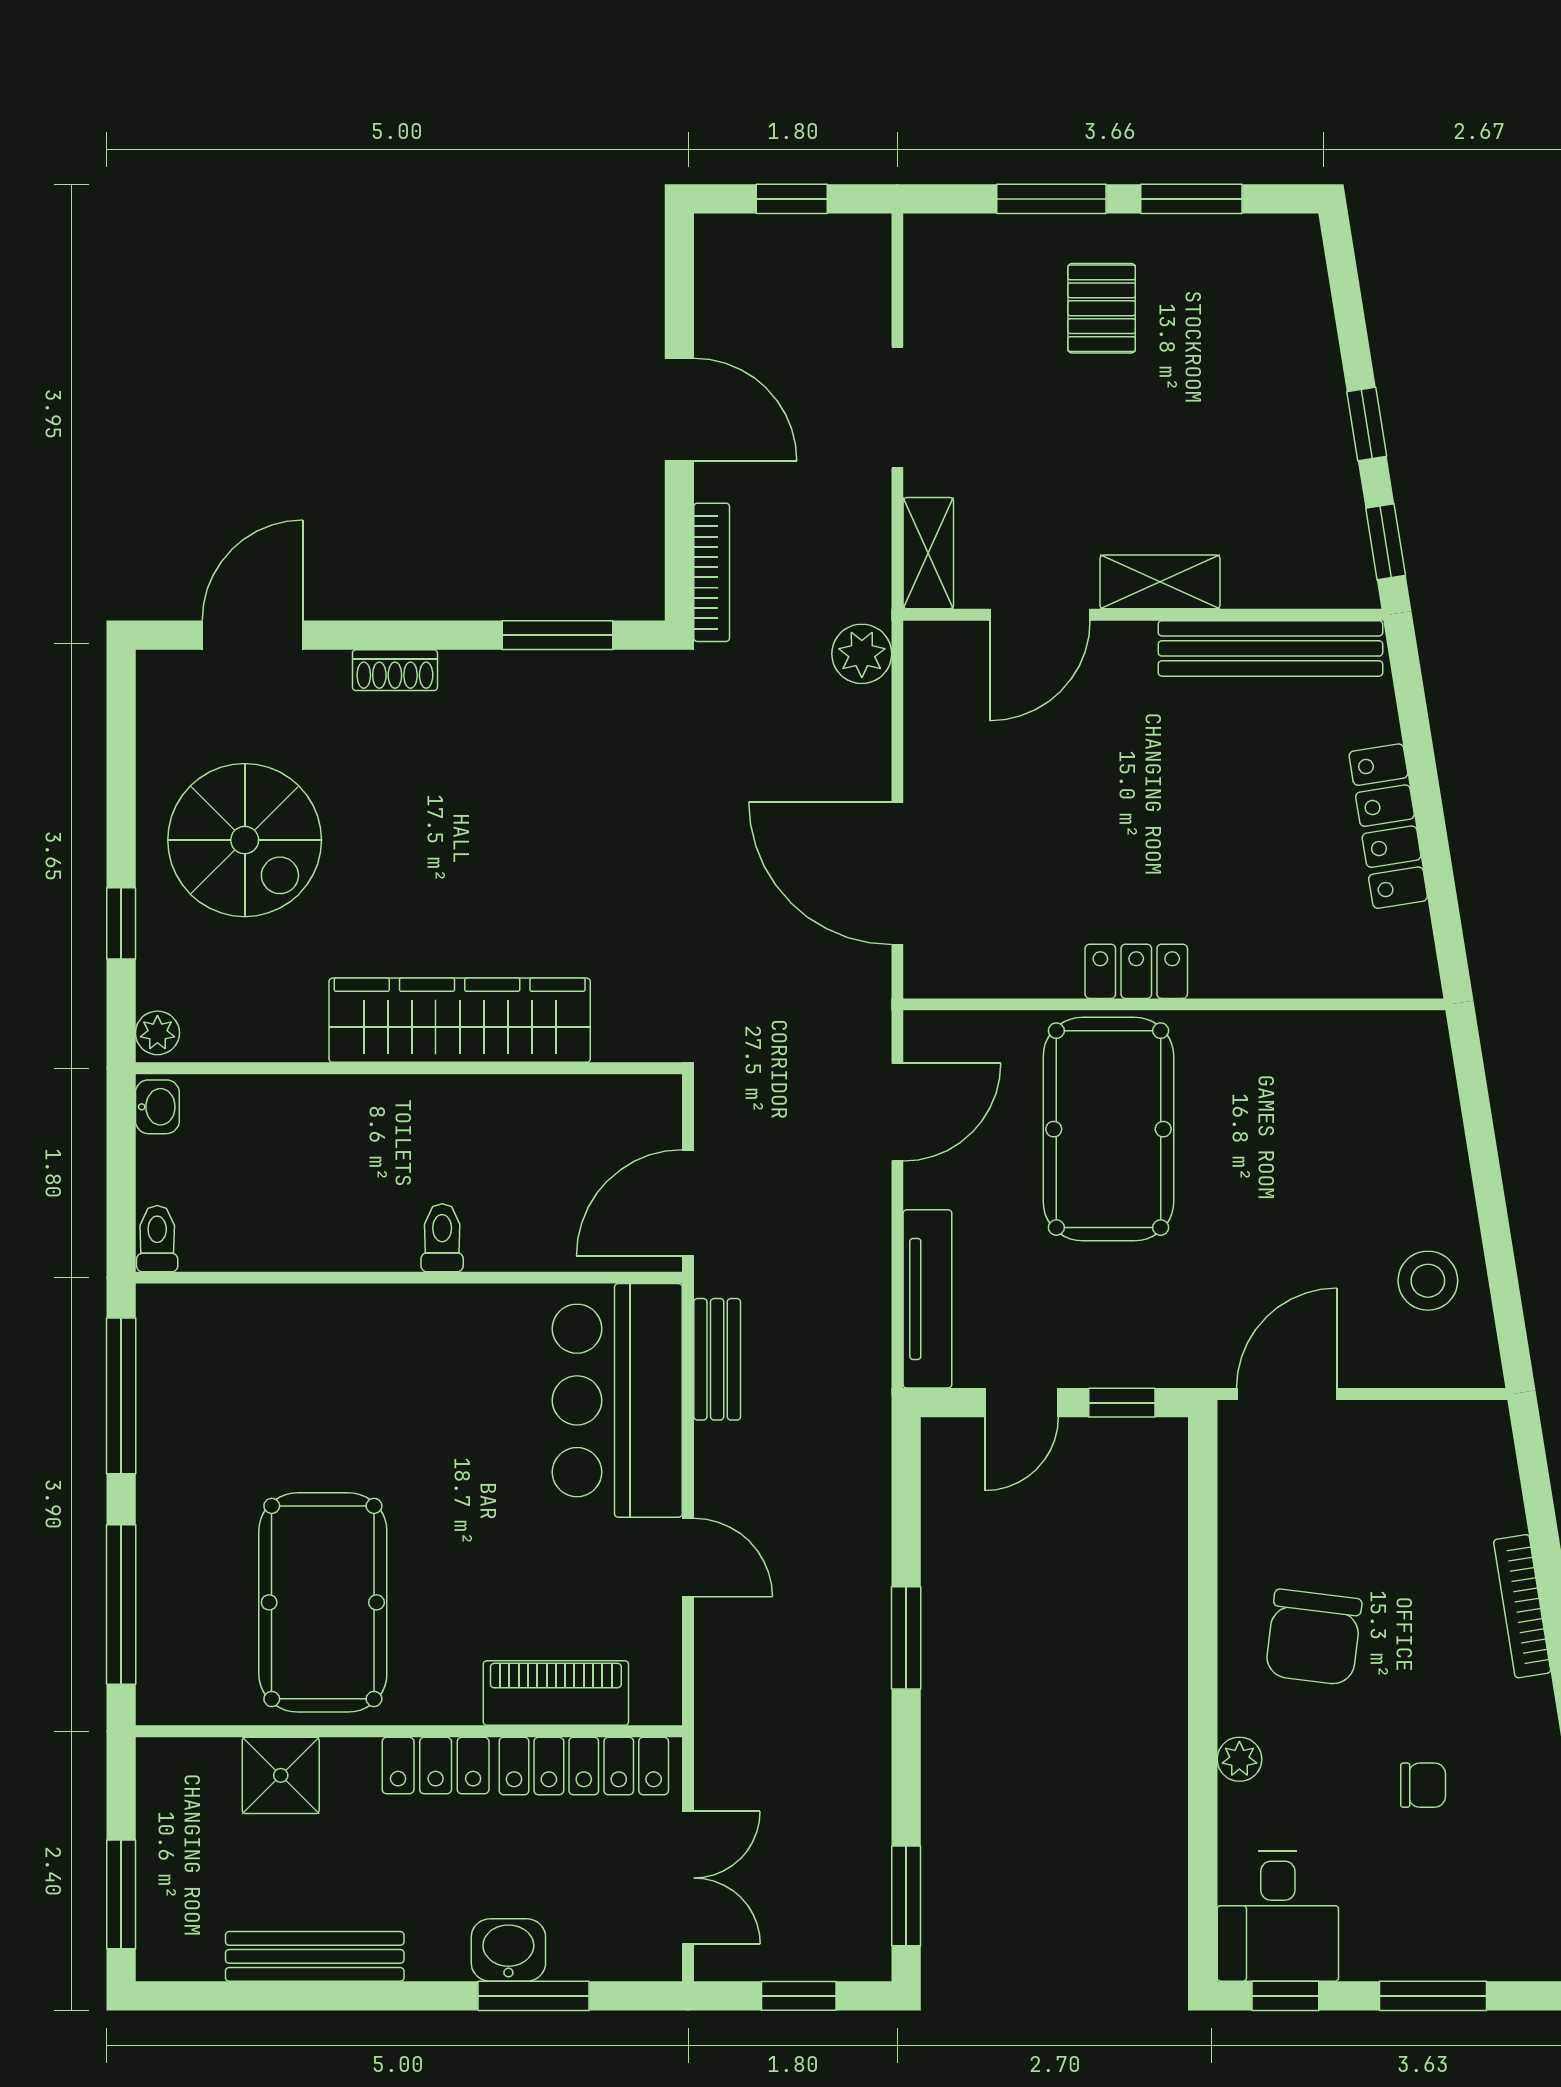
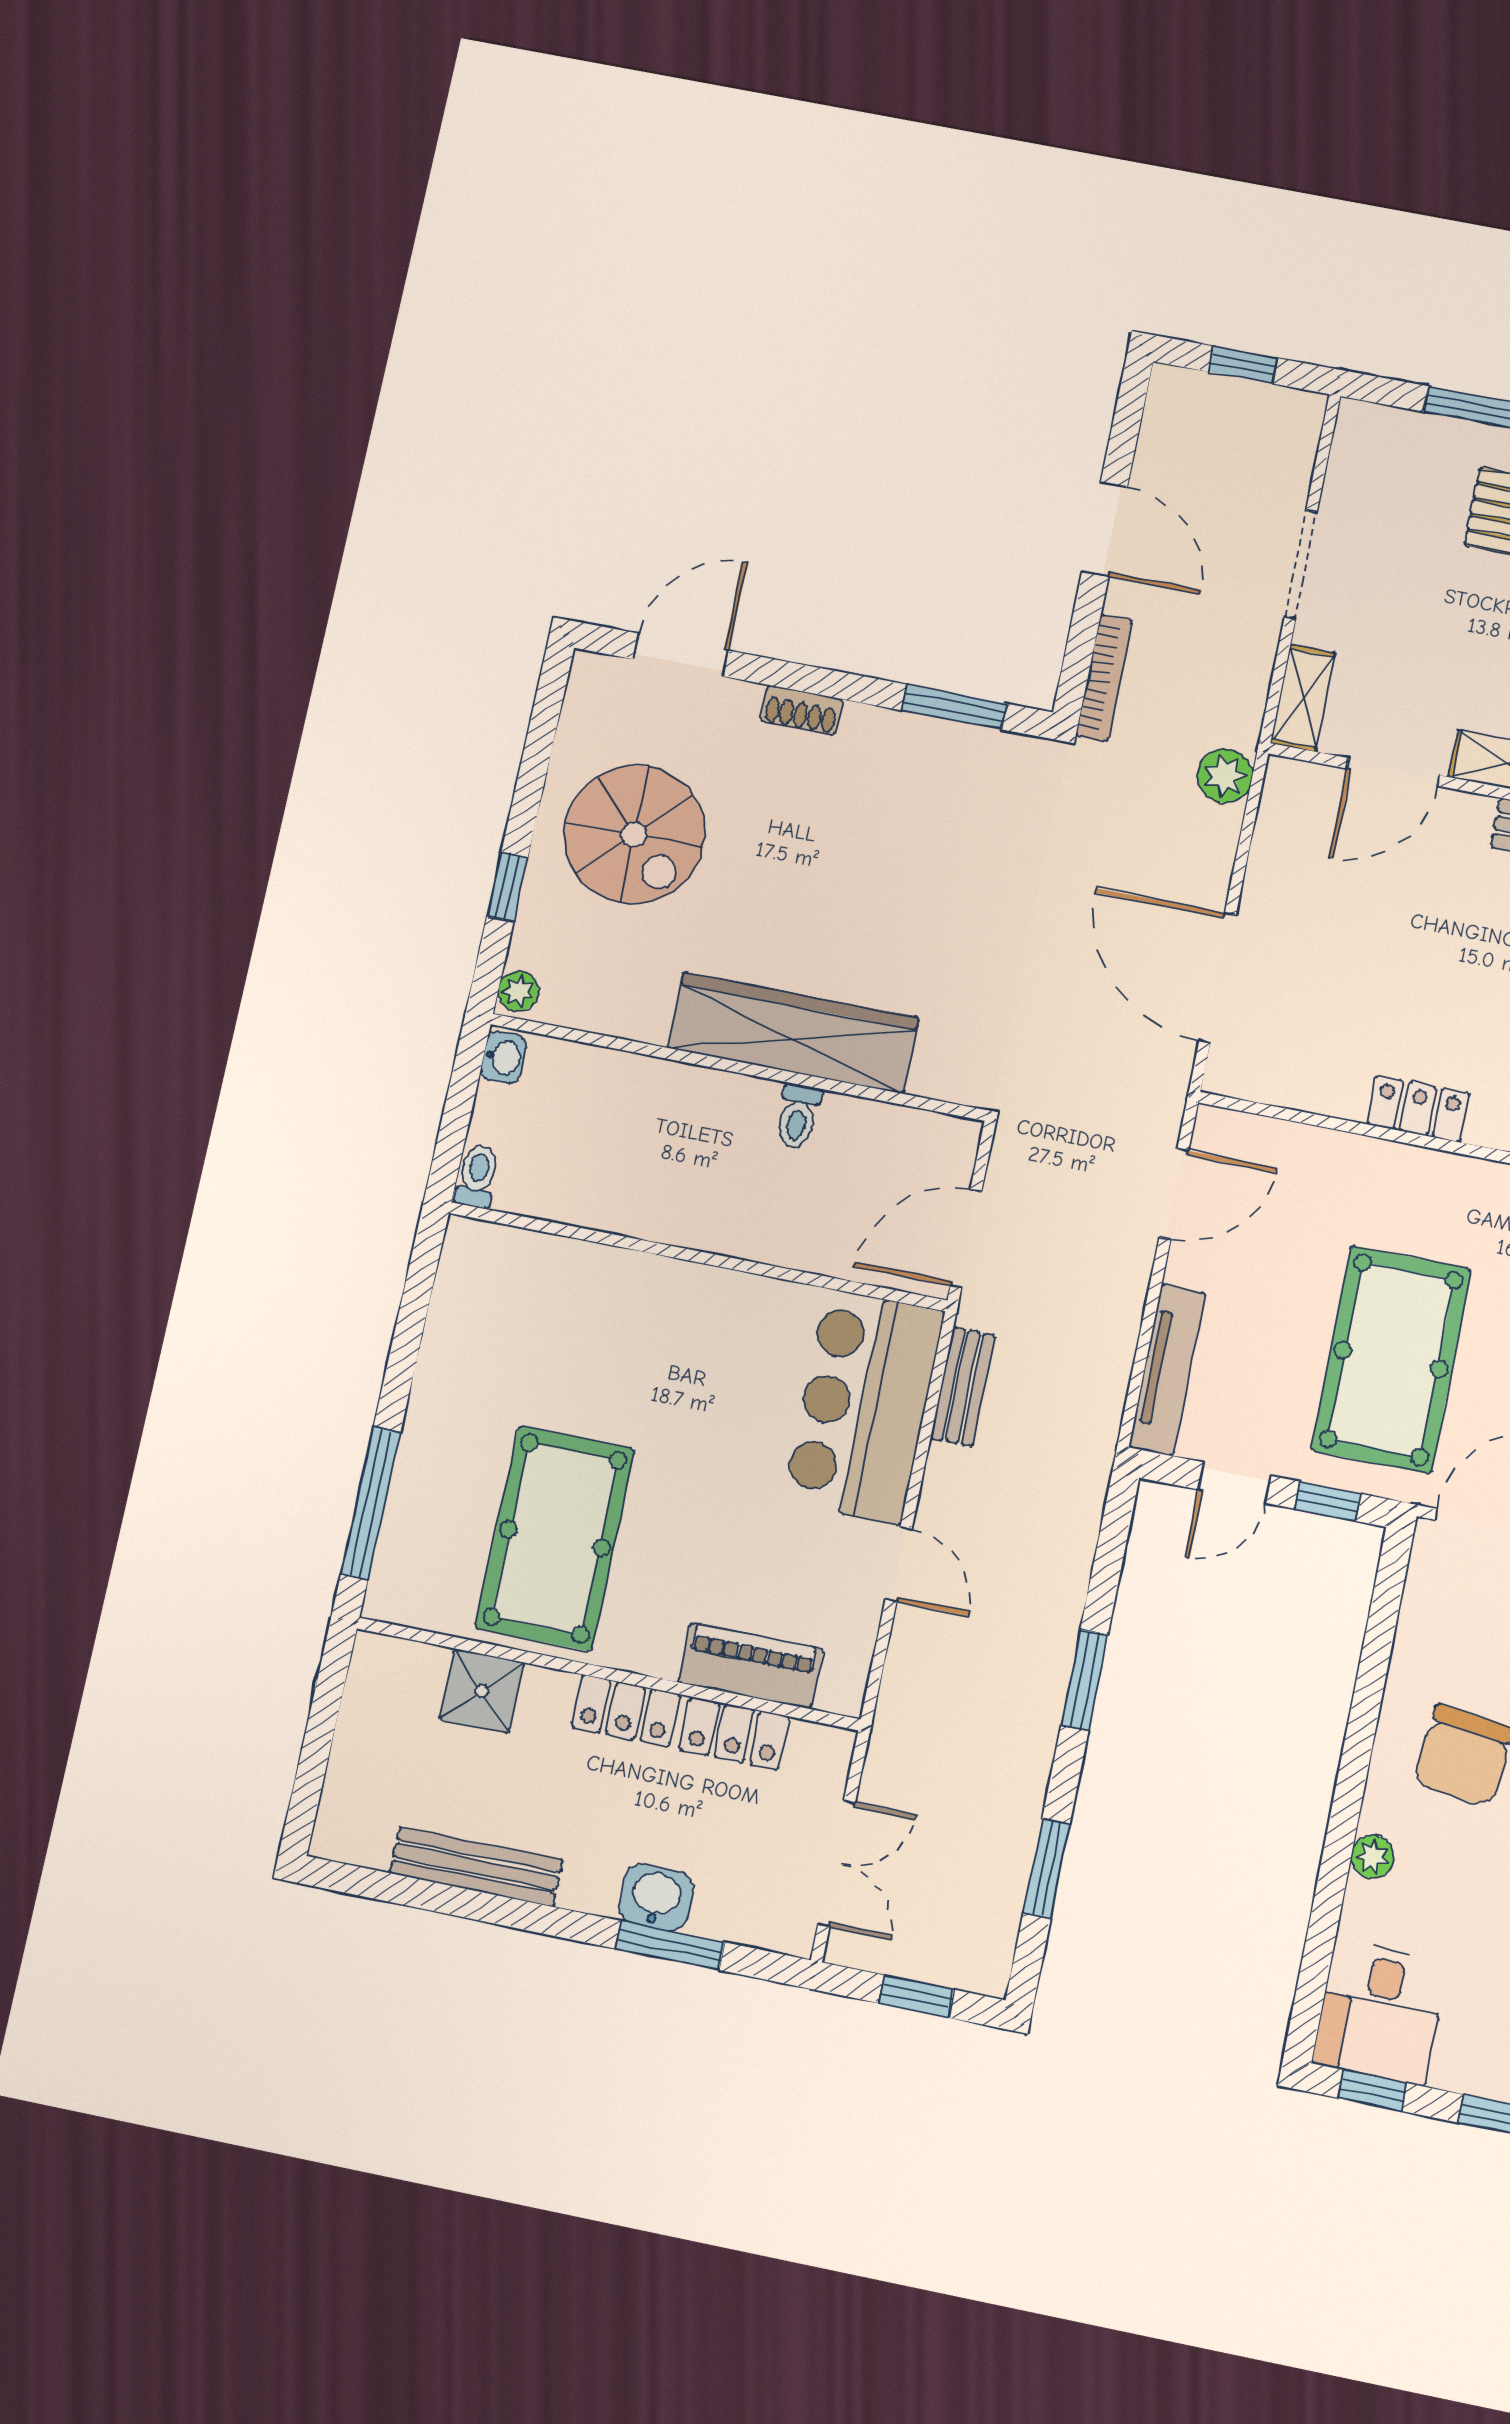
pool table: (1108, 1129) -> (1391, 1360), moved
toilet: (442, 1238) -> (798, 1116), moved, turned 180
window: (121, 1396) -> (413, 1312), removed
locker: (584, 1766) -> (734, 1733), width x0.66
window: (121, 1894) -> (311, 1772), removed
window: (906, 1896) -> (1047, 1868), moved

